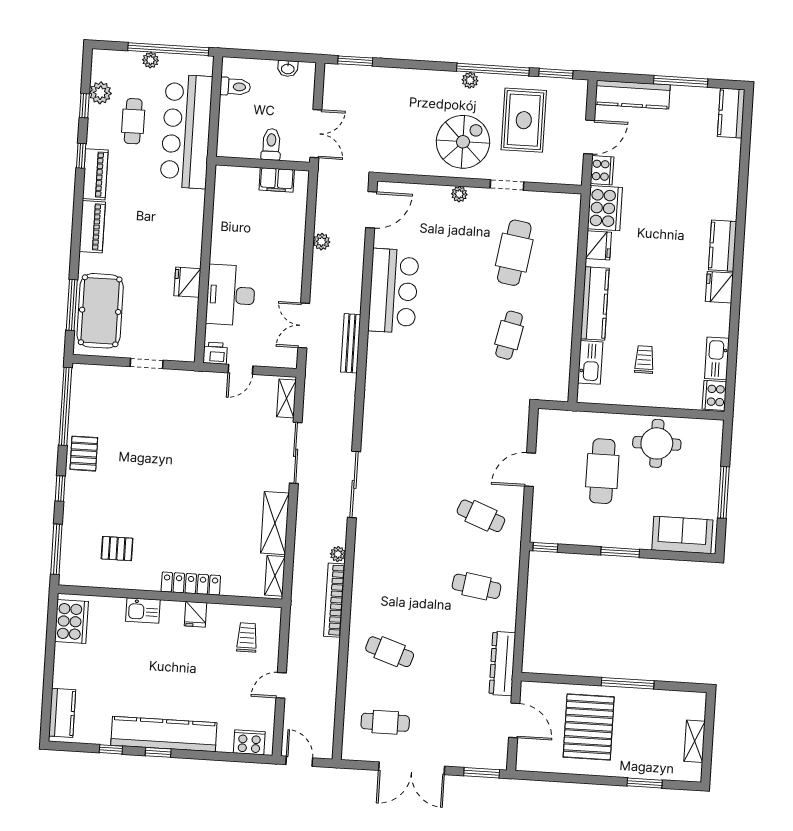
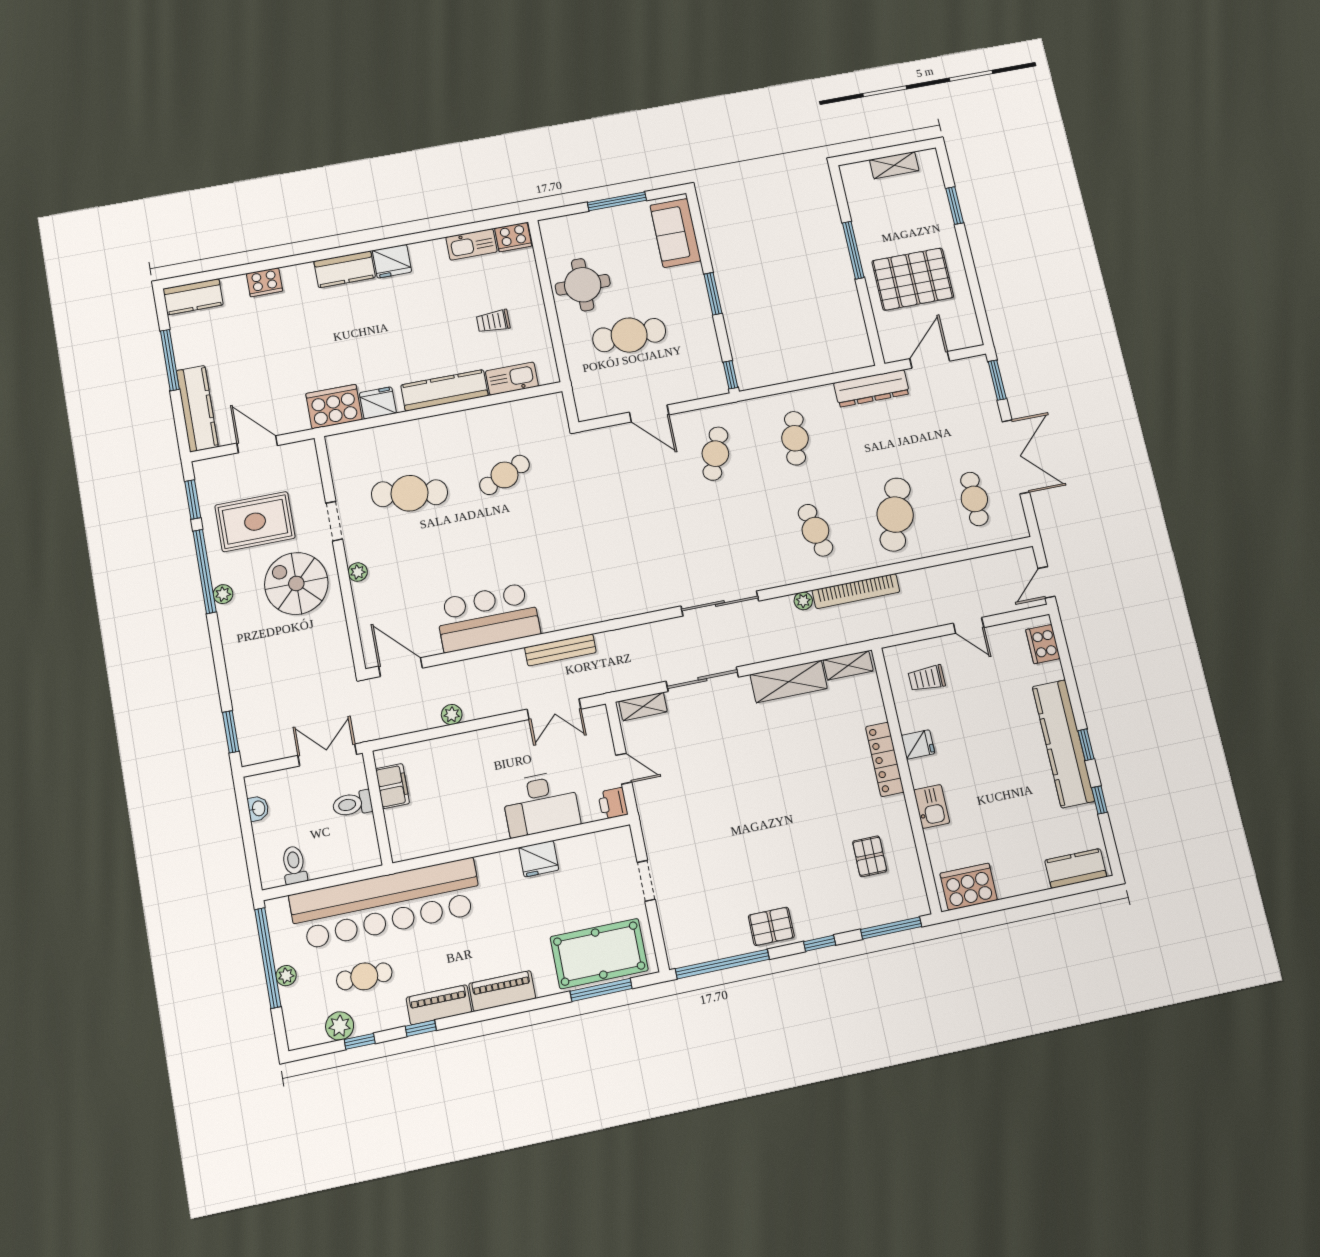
bar counter: (186, 131) -> (386, 904), width x1.36
cooker: (602, 170) -> (265, 282), moved, turned 180
cafe table: (509, 335) -> (505, 475), turned -36
cafe table: (394, 581) -> (815, 530), added
cafe table: (390, 652) -> (895, 515), width x1.37, depth x1.35

